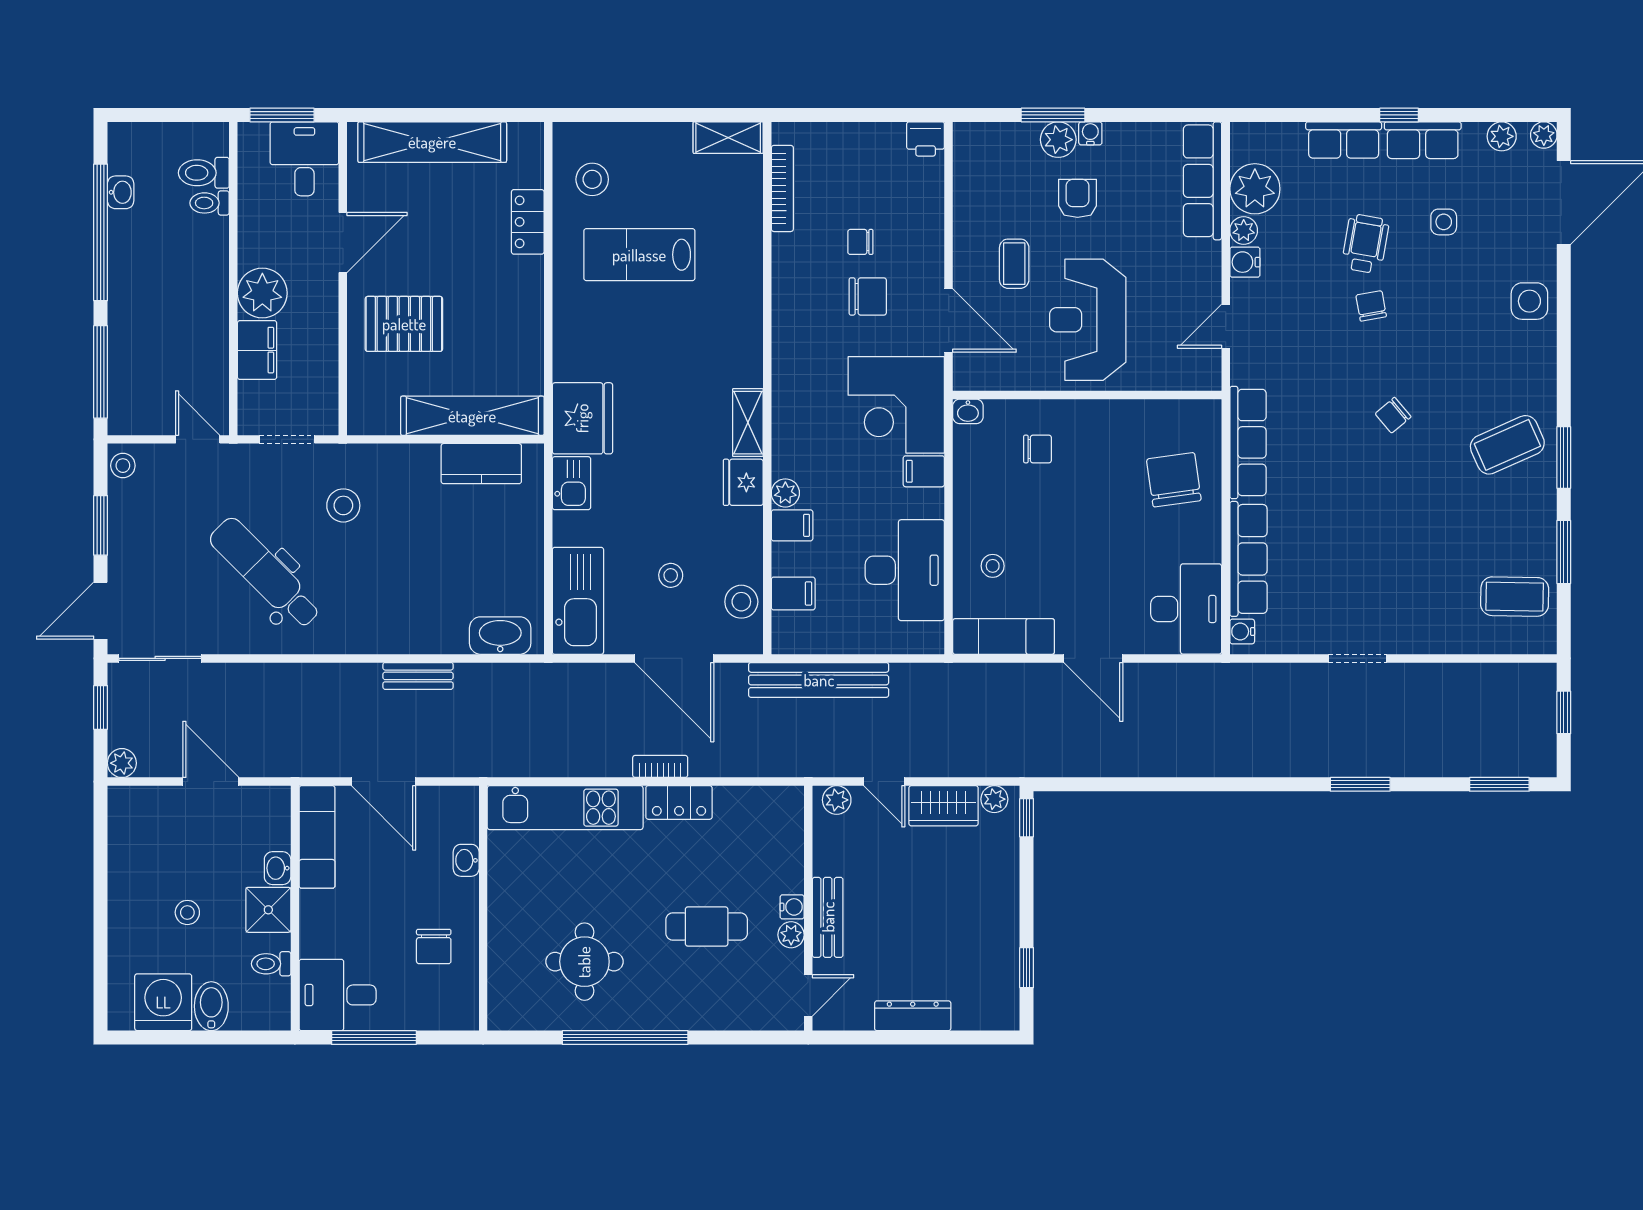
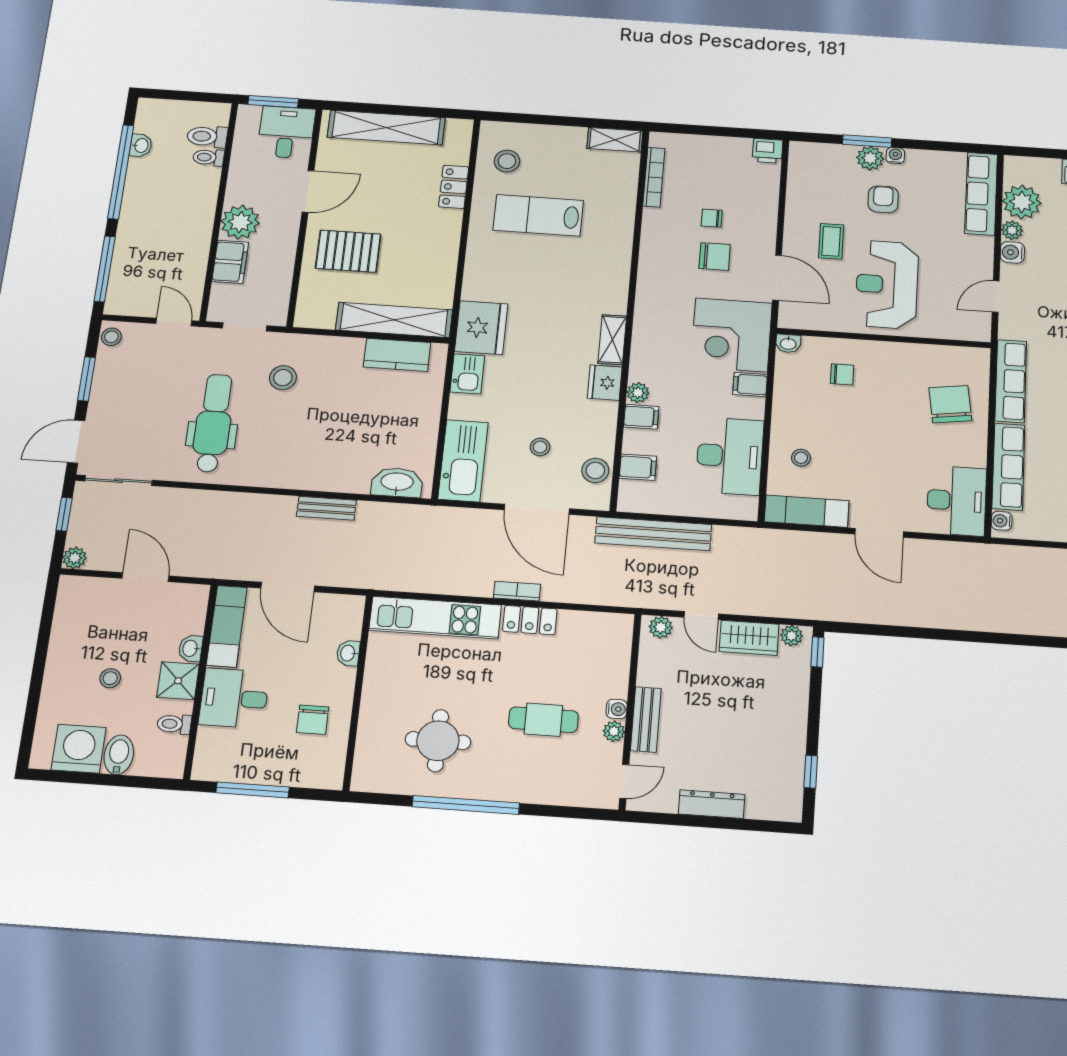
dental chair: (265, 573) -> (213, 423), turned 45
desk: (338, 995) -> (234, 698), moved

